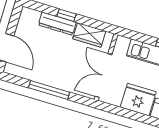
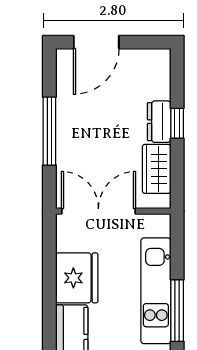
dresser: (57, 24) -> (159, 122), width x0.70

